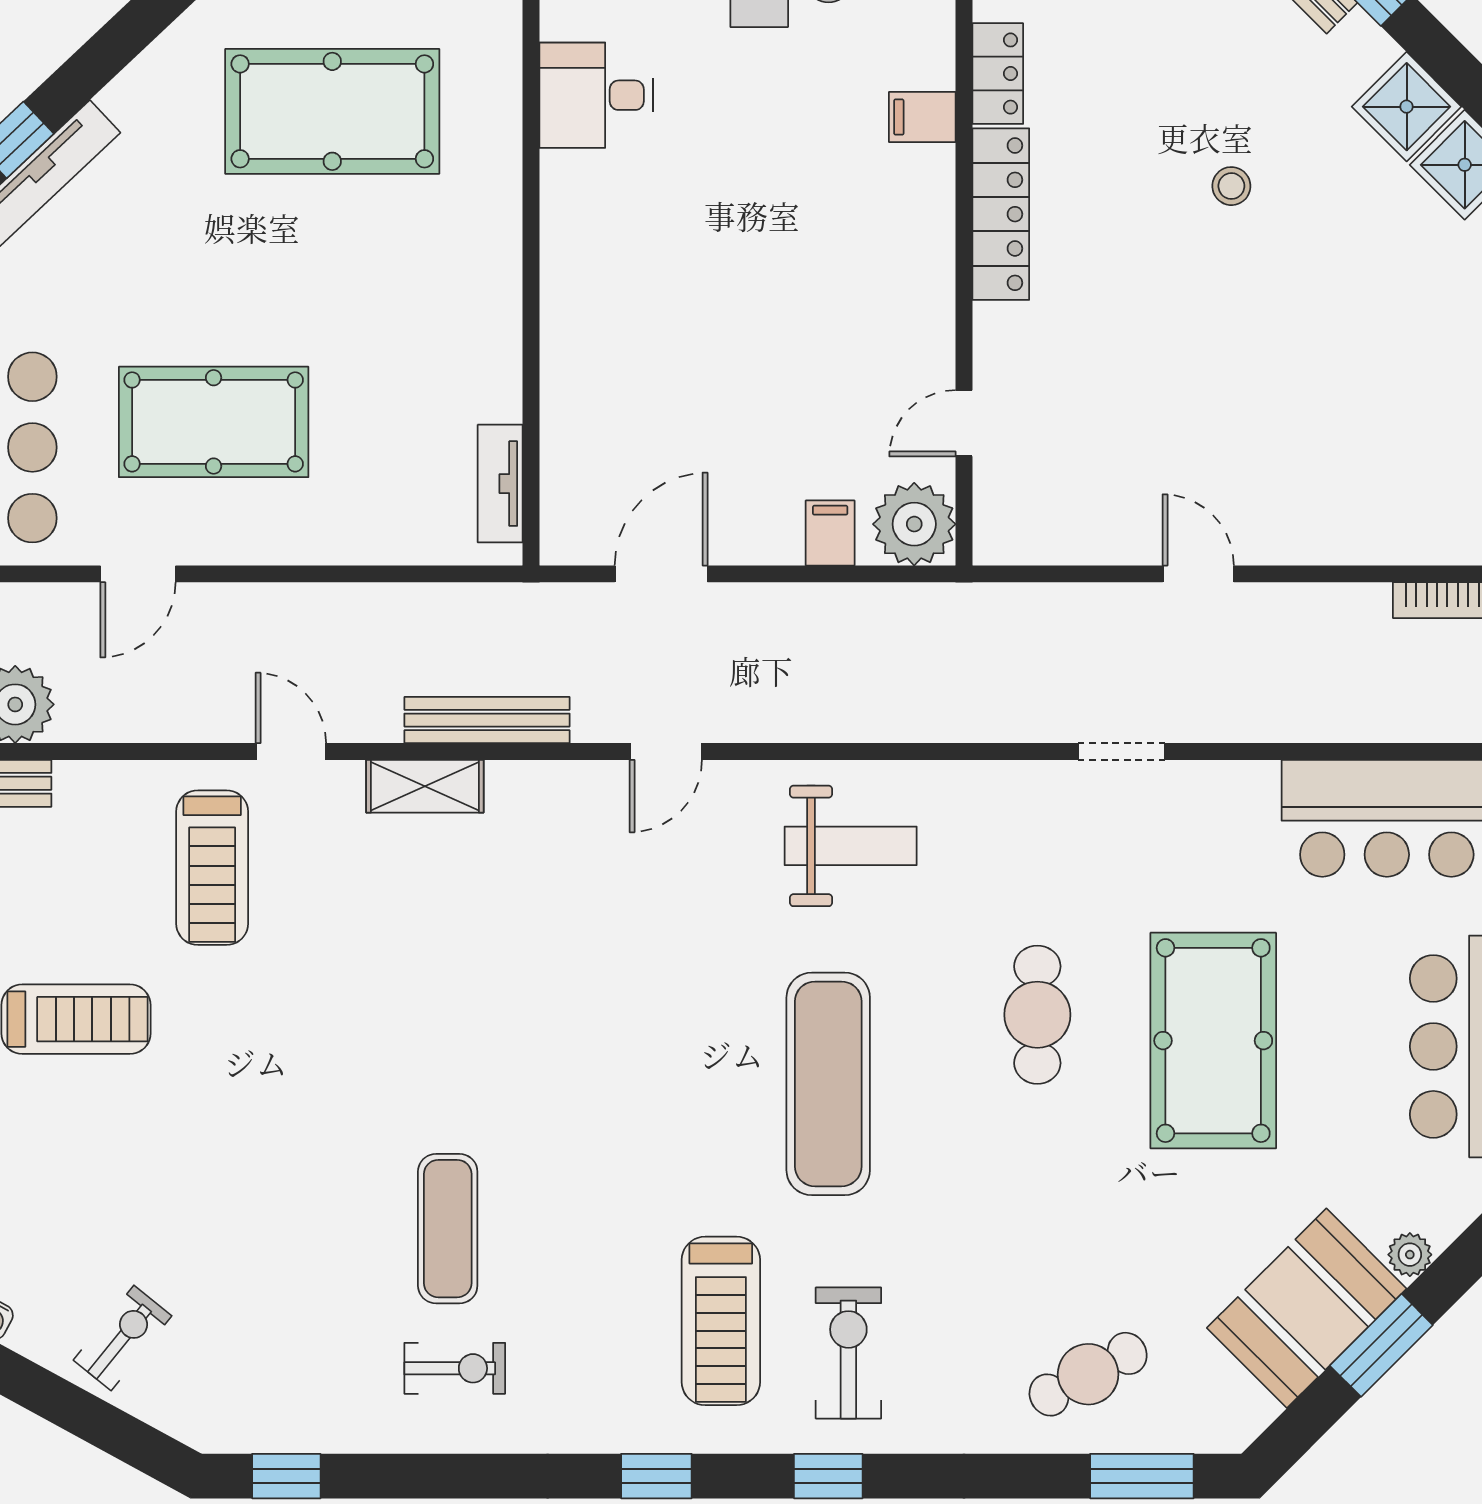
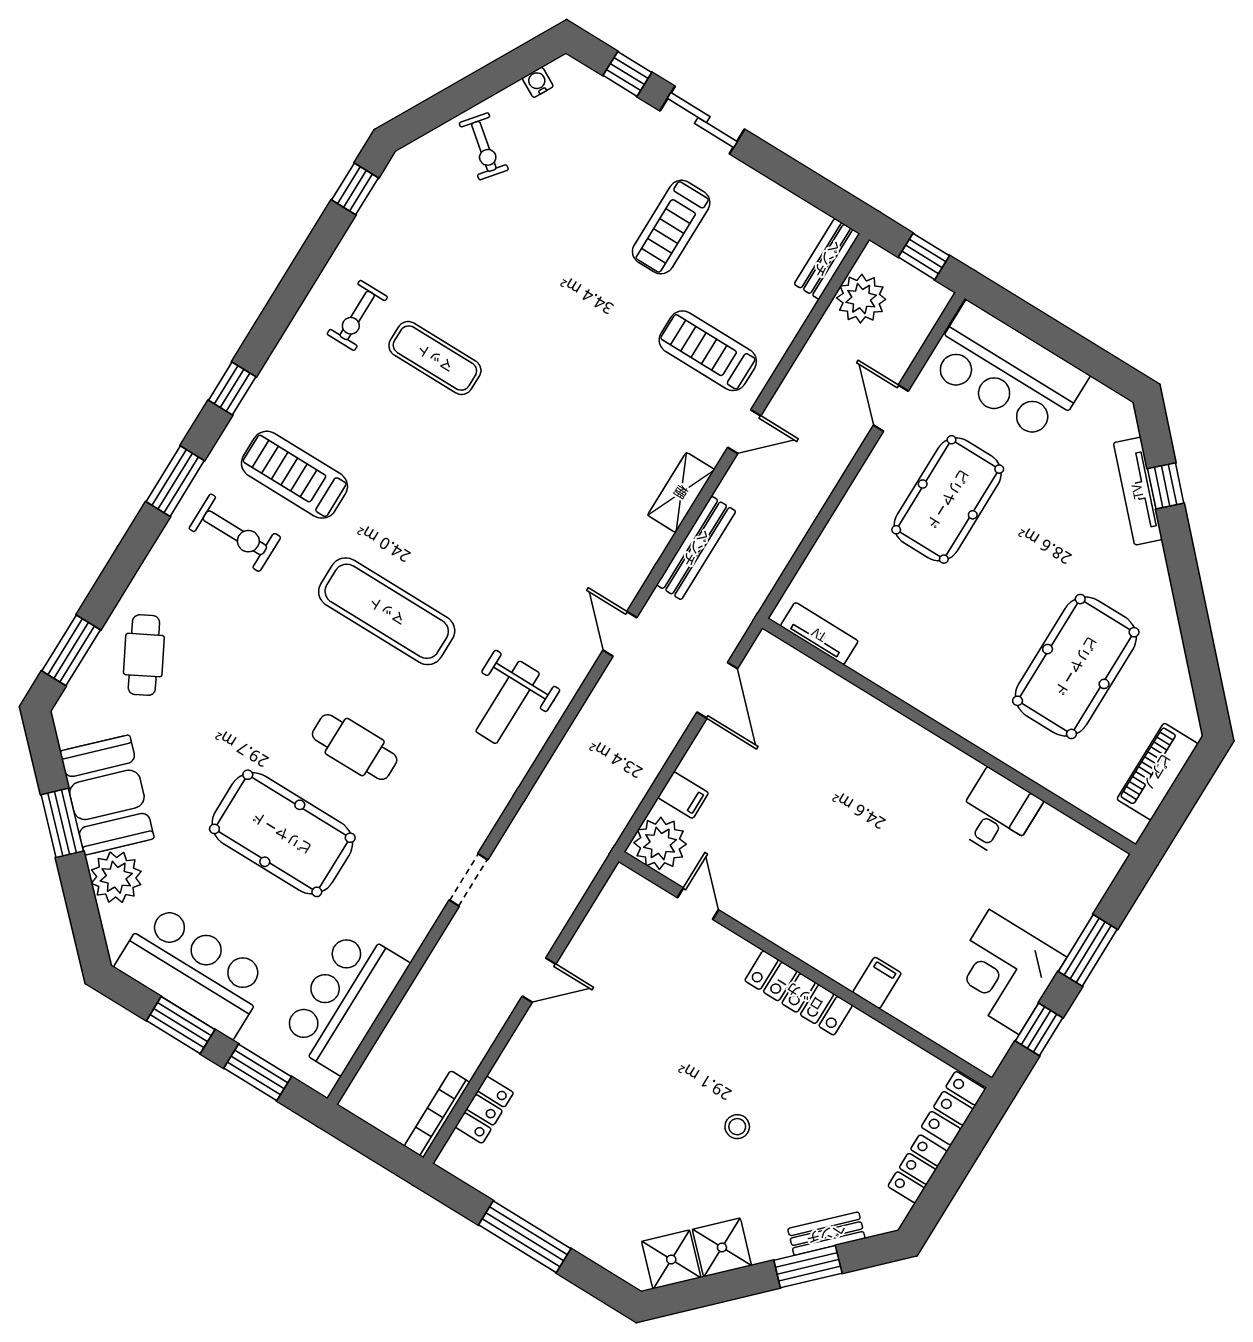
locker: (998, 74) -> (484, 1110), moved, turned -90
plant: (1410, 1255) -> (116, 877), width x1.88, depth x1.88
window: (828, 1476) -> (175, 481), width x1.50

